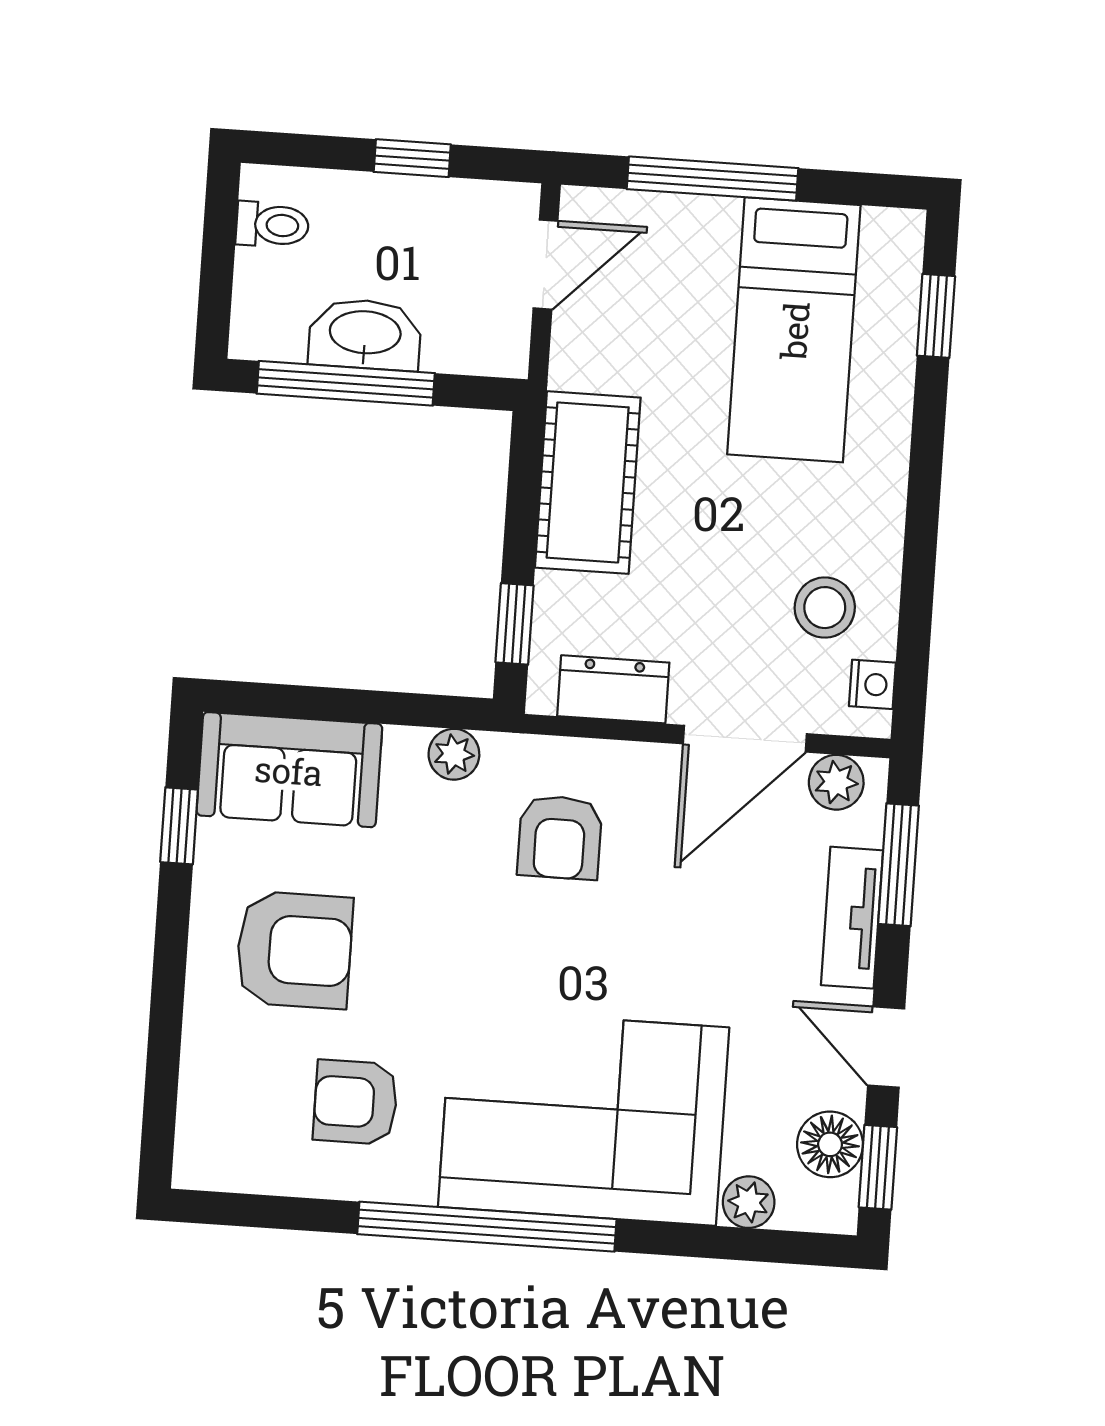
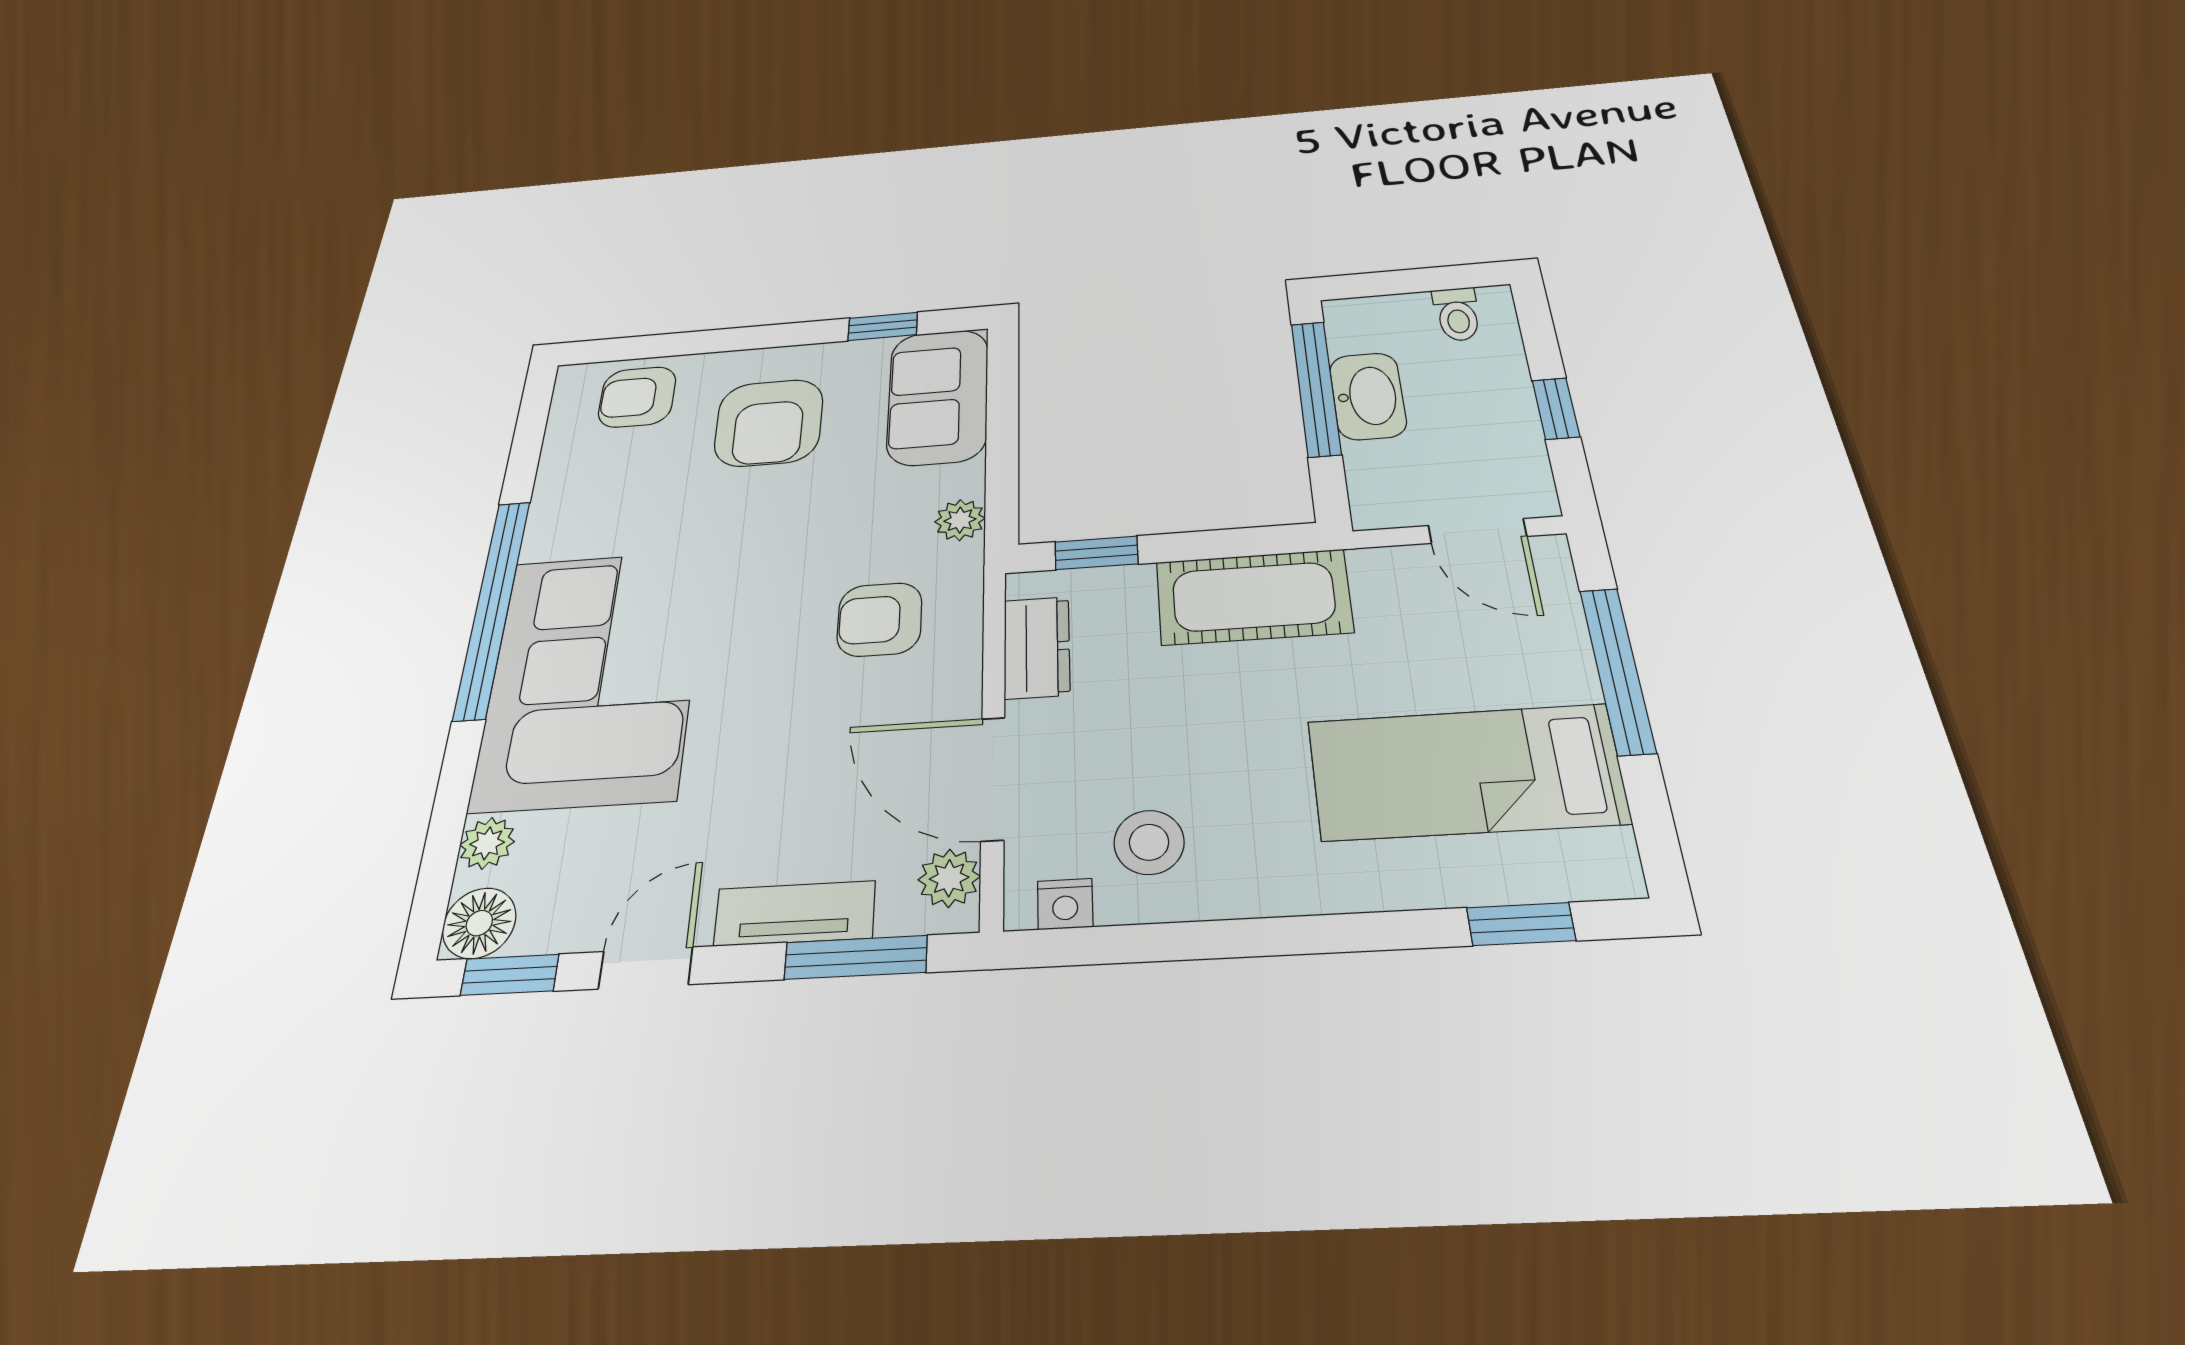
armchair: (356, 1102) -> (637, 397), moved, turned -90
floor lamp: (830, 1144) -> (479, 923), moved

